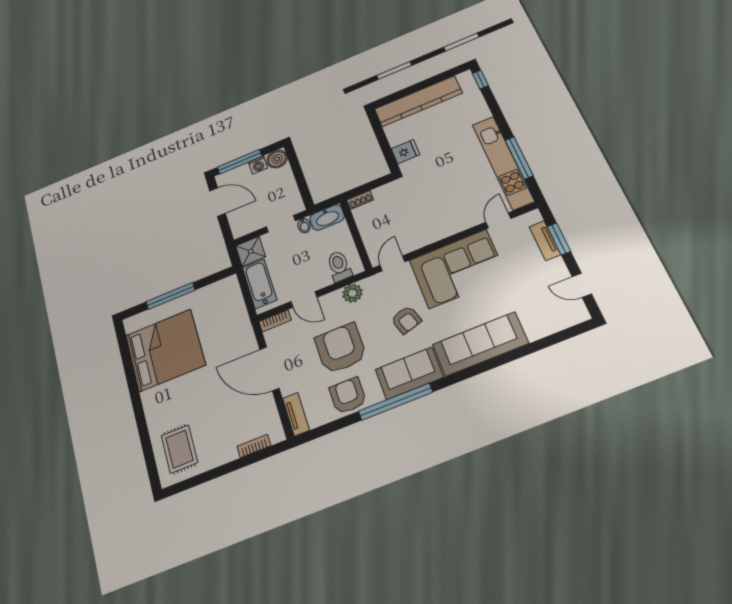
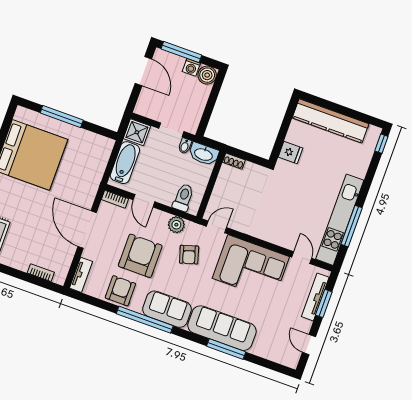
door: (498, 220) -> (302, 258), hinge flipped
tv unit: (545, 241) -> (315, 297), width x1.41
armchair: (406, 320) -> (189, 255), moved
window: (503, 359) -> (226, 349), added

